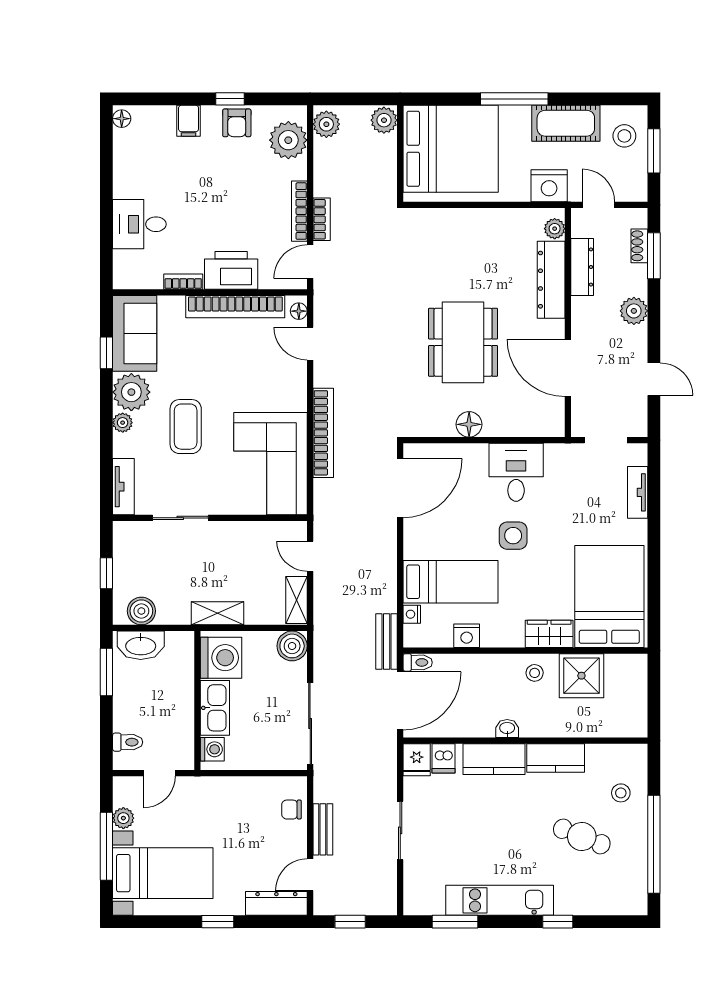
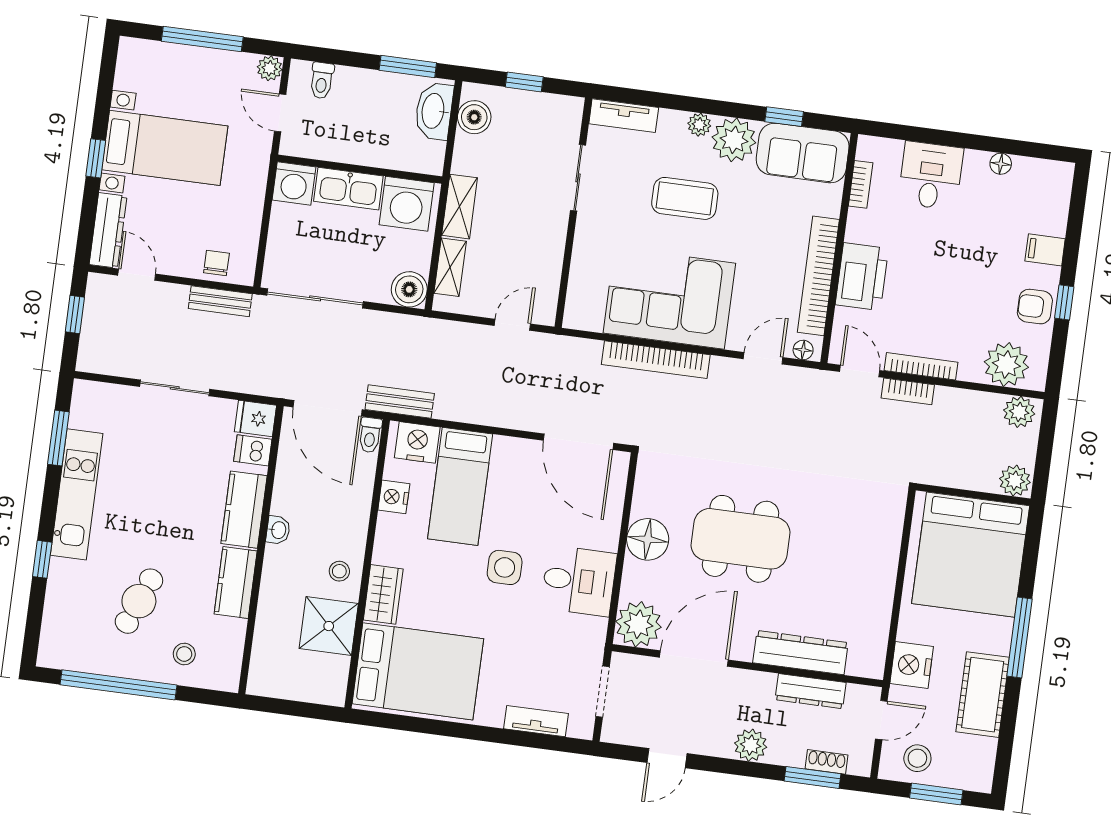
floor lamp: (122, 119) -> (1001, 164), moved
stool: (624, 136) -> (917, 758), moved
plant: (555, 229) -> (639, 624), moved, width x1.87, depth x1.87
bookcase: (183, 282) -> (861, 184), moved
floor lamp: (469, 424) -> (648, 539), width x1.38, depth x1.38
corner sofa: (270, 464) -> (669, 298), moved
shelving: (296, 600) -> (450, 267), moved, turned 90
nightstand: (412, 614) -> (417, 442), width x1.89, depth x1.79
washing machine: (212, 749) -> (294, 184), width x1.38, depth x1.38
plant: (123, 818) -> (270, 68), moved
bench: (323, 829) -> (220, 301), moved
bed with nightstands: (163, 873) -> (165, 148), moved, turned -90

